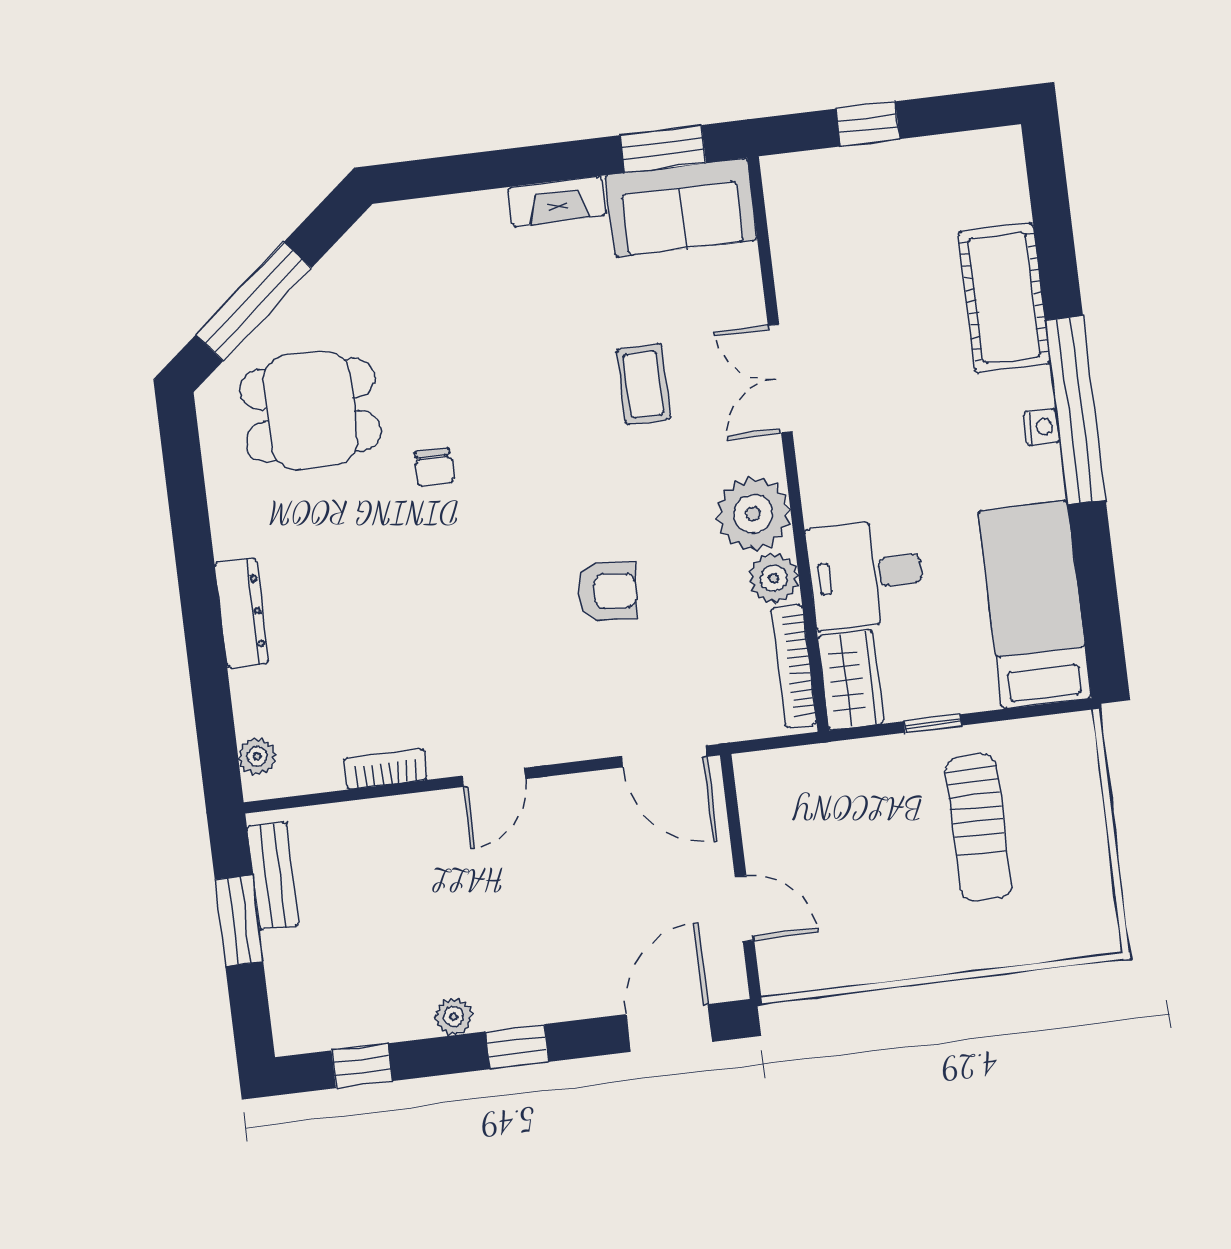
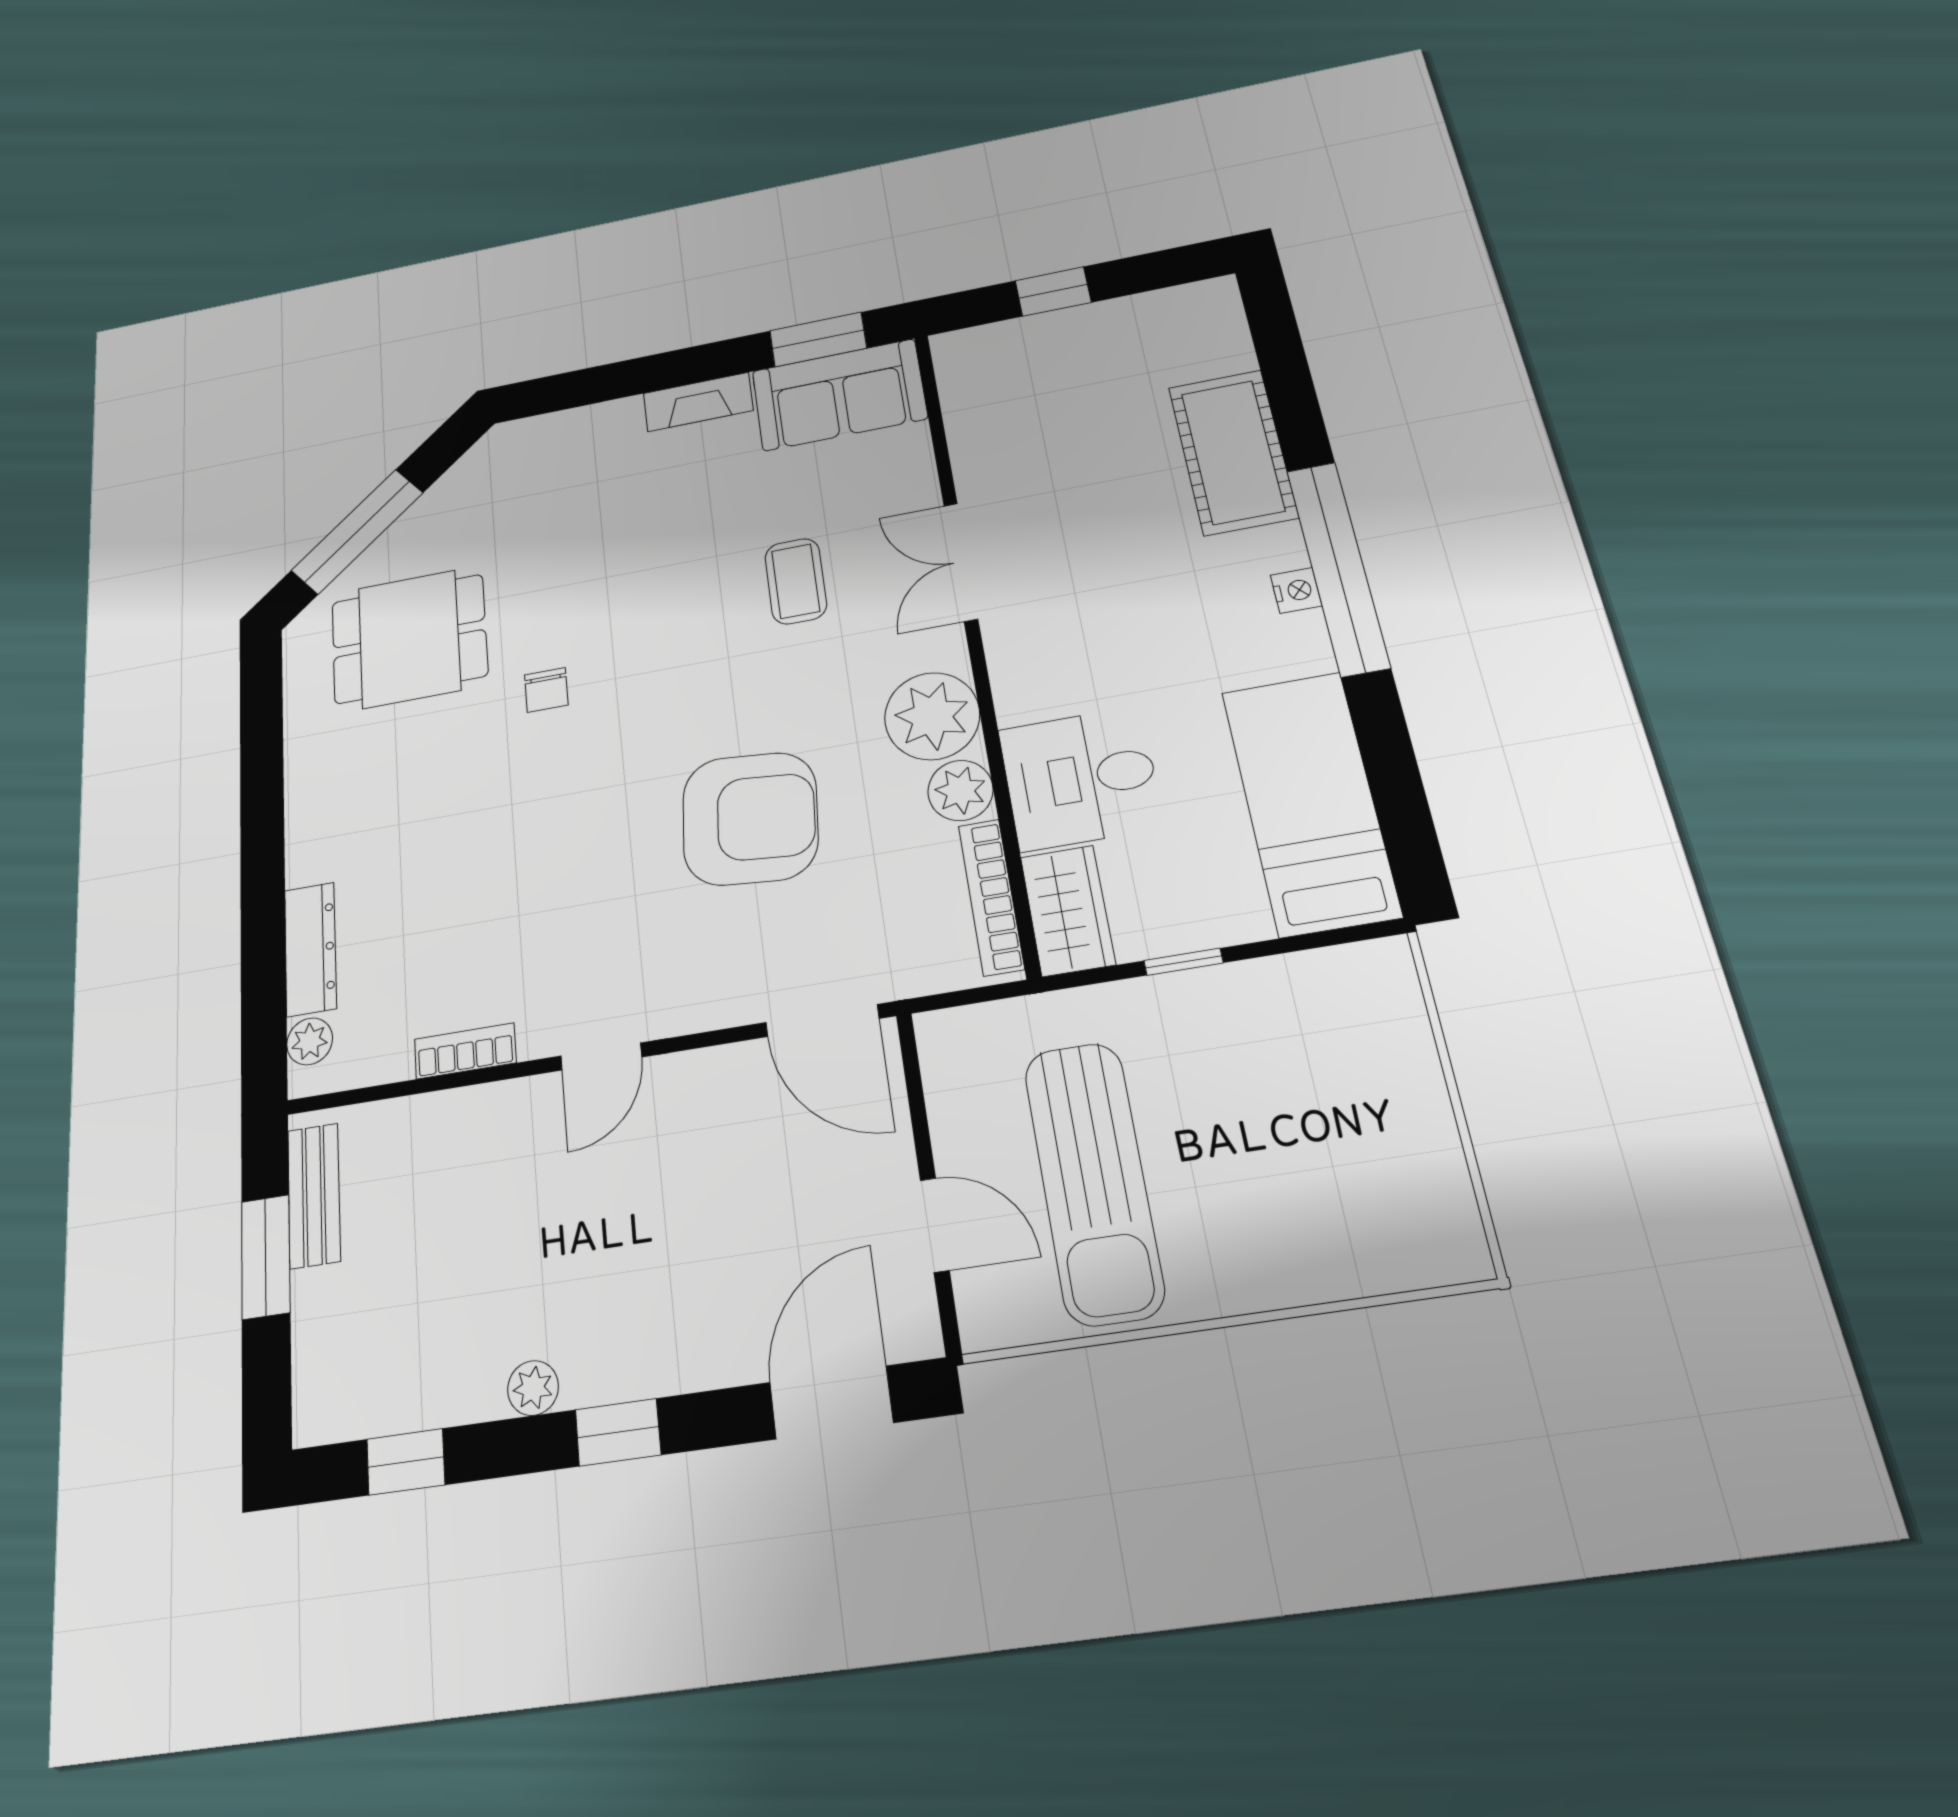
armchair: (607, 591) -> (750, 818), width x1.88, depth x1.88
dresser: (241, 613) -> (310, 949), moved
sun lounger: (979, 828) -> (1093, 1182), moved, width x1.36, depth x1.34

